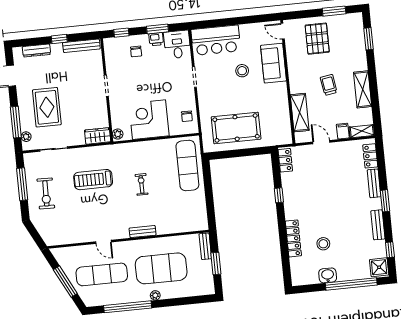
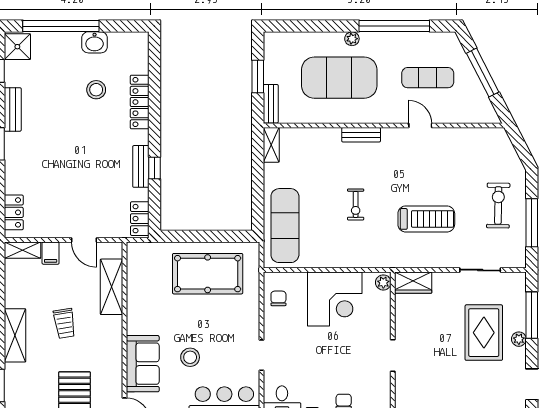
shelving: (363, 89) -> (15, 335), moved
plant: (26, 137) -> (519, 339), moved
bench: (374, 183) -> (141, 166), moved
shelving: (202, 219) -> (271, 145), added
exercise mat: (102, 274) -> (428, 78), width x0.73, depth x0.69

